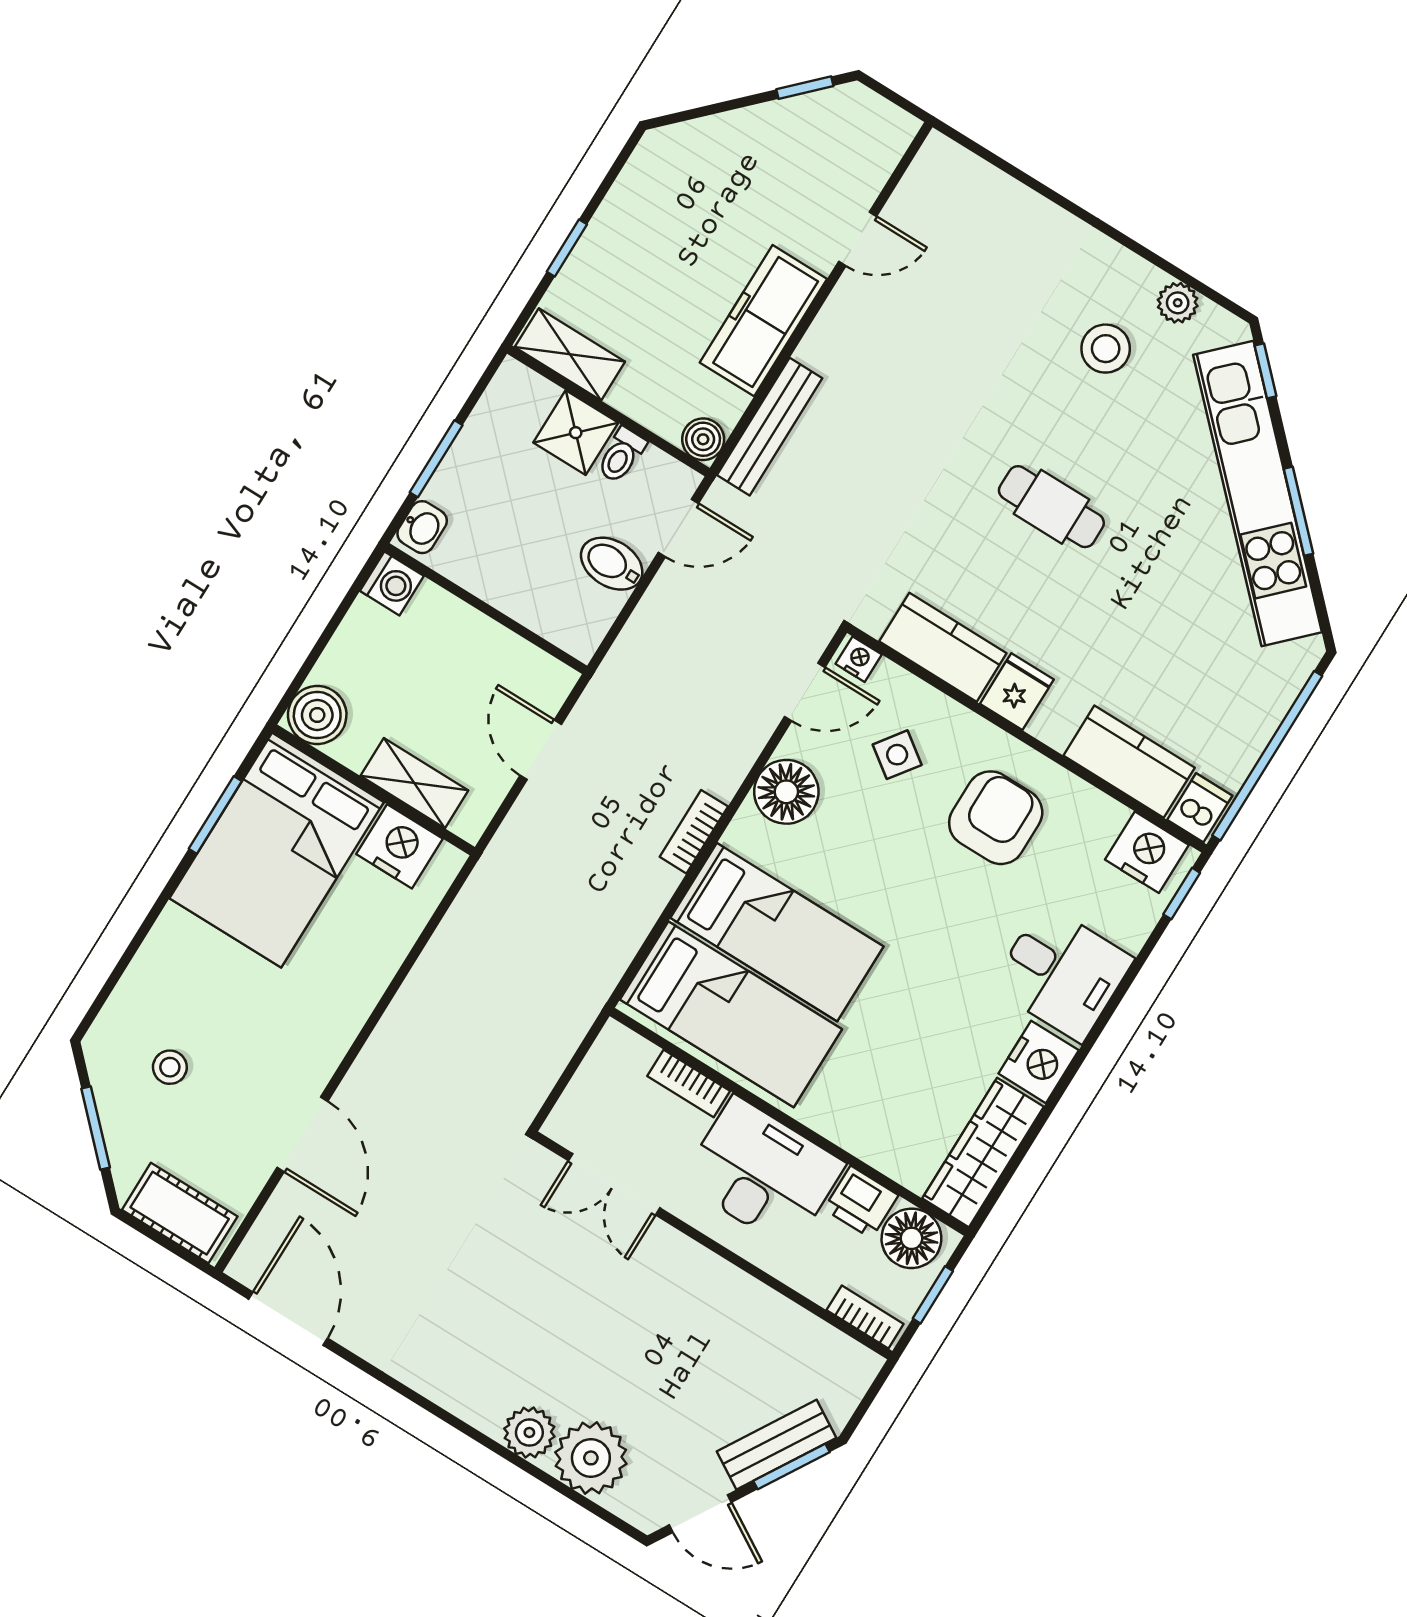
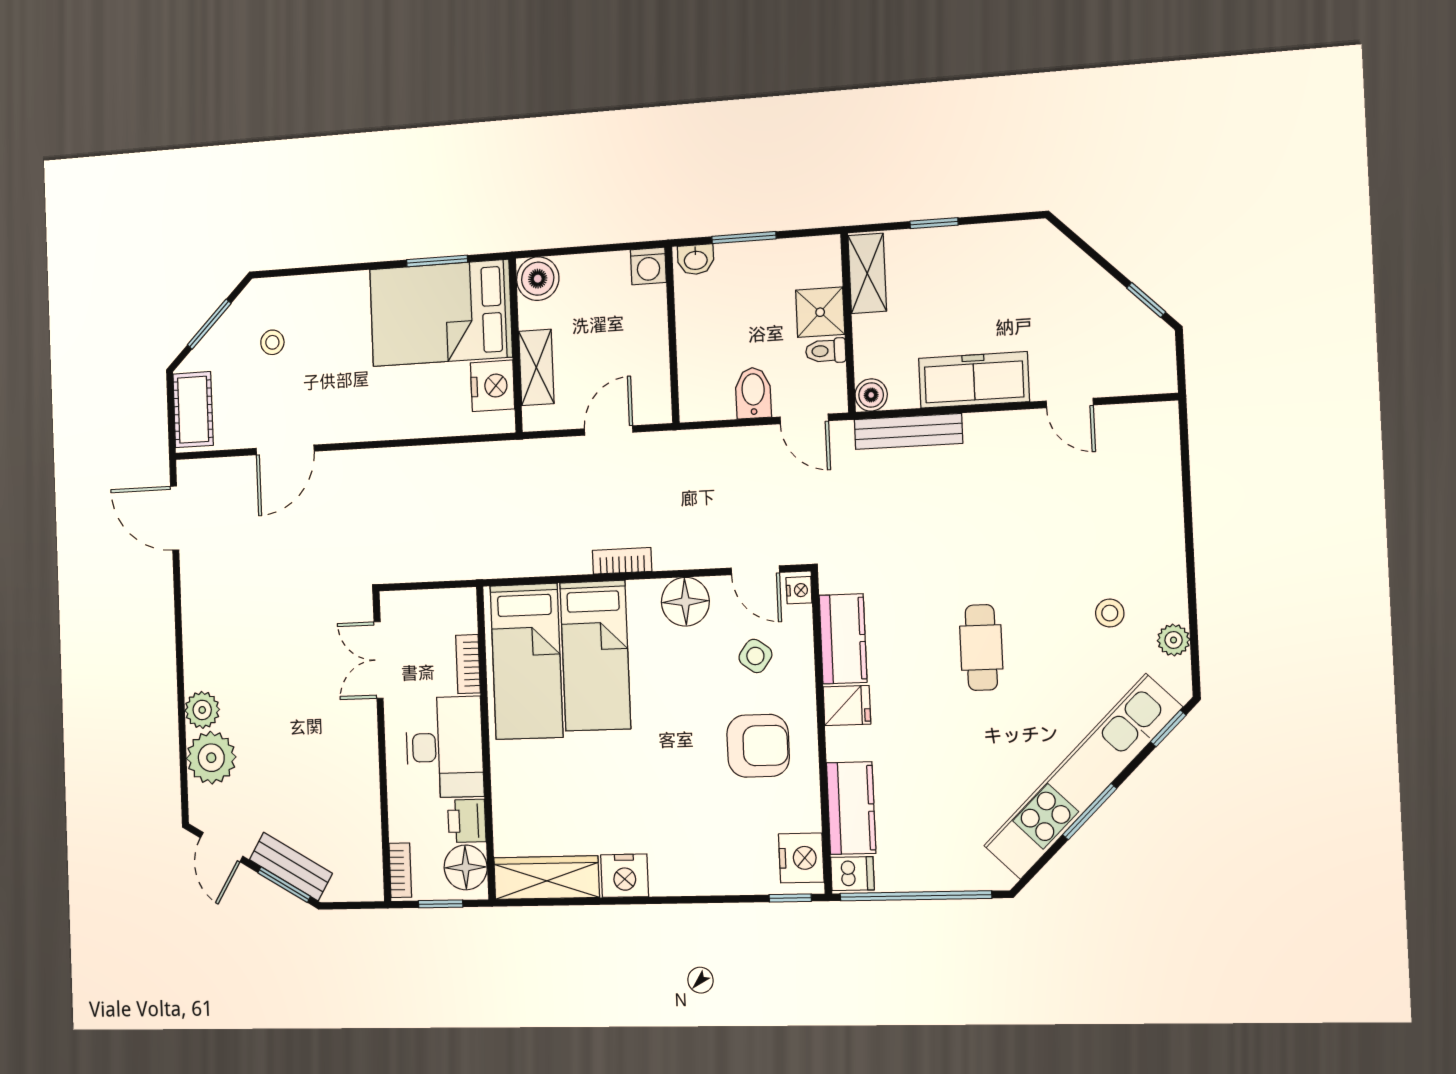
stool: (1106, 349) -> (1110, 613), width x0.73, depth x0.73
desk: (1062, 973) -> (690, 854), removed
door: (288, 1319) -> (175, 518), swing flipped

